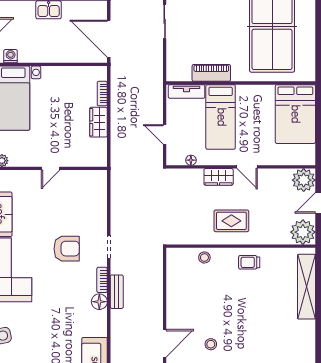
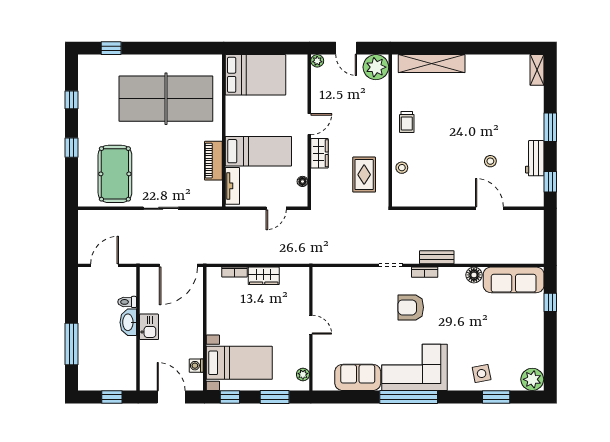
plant: (304, 180) -> (317, 61), width x0.53, depth x0.53
rug: (231, 221) -> (364, 175), moved
armchair: (67, 249) -> (411, 307), moved, turned -90
floor lamp: (99, 302) -> (474, 275), moved

